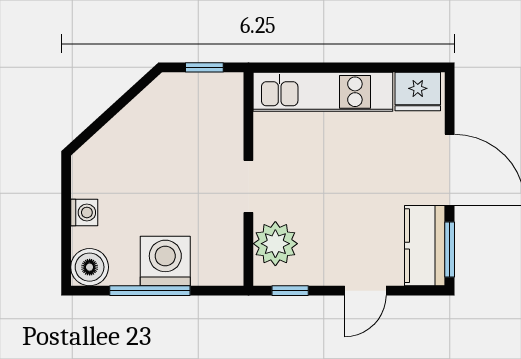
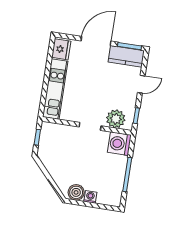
washing machine: (165, 261) -> (119, 144), moved
boiler: (90, 267) -> (76, 192), moved
door: (365, 291) -> (141, 84), hinge flipped

